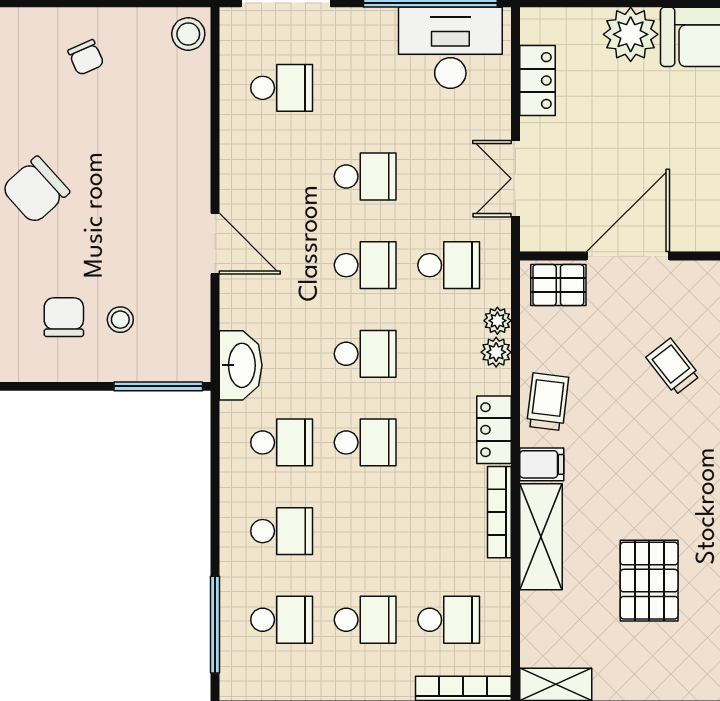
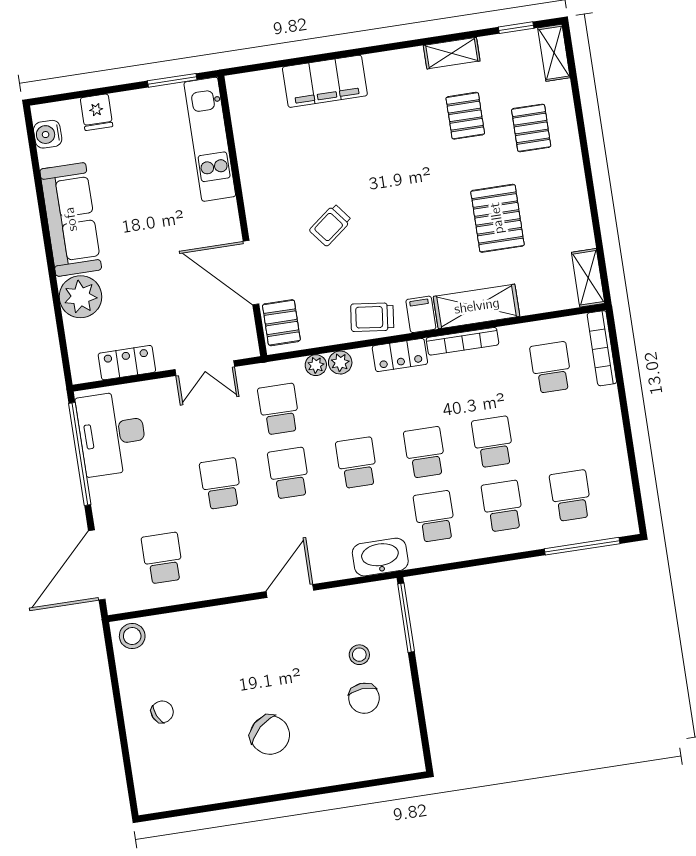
chair: (64, 317) -> (364, 698), turned -94
pallet: (649, 581) -> (497, 218), turned 90
school desk: (365, 620) -> (493, 442), moved

